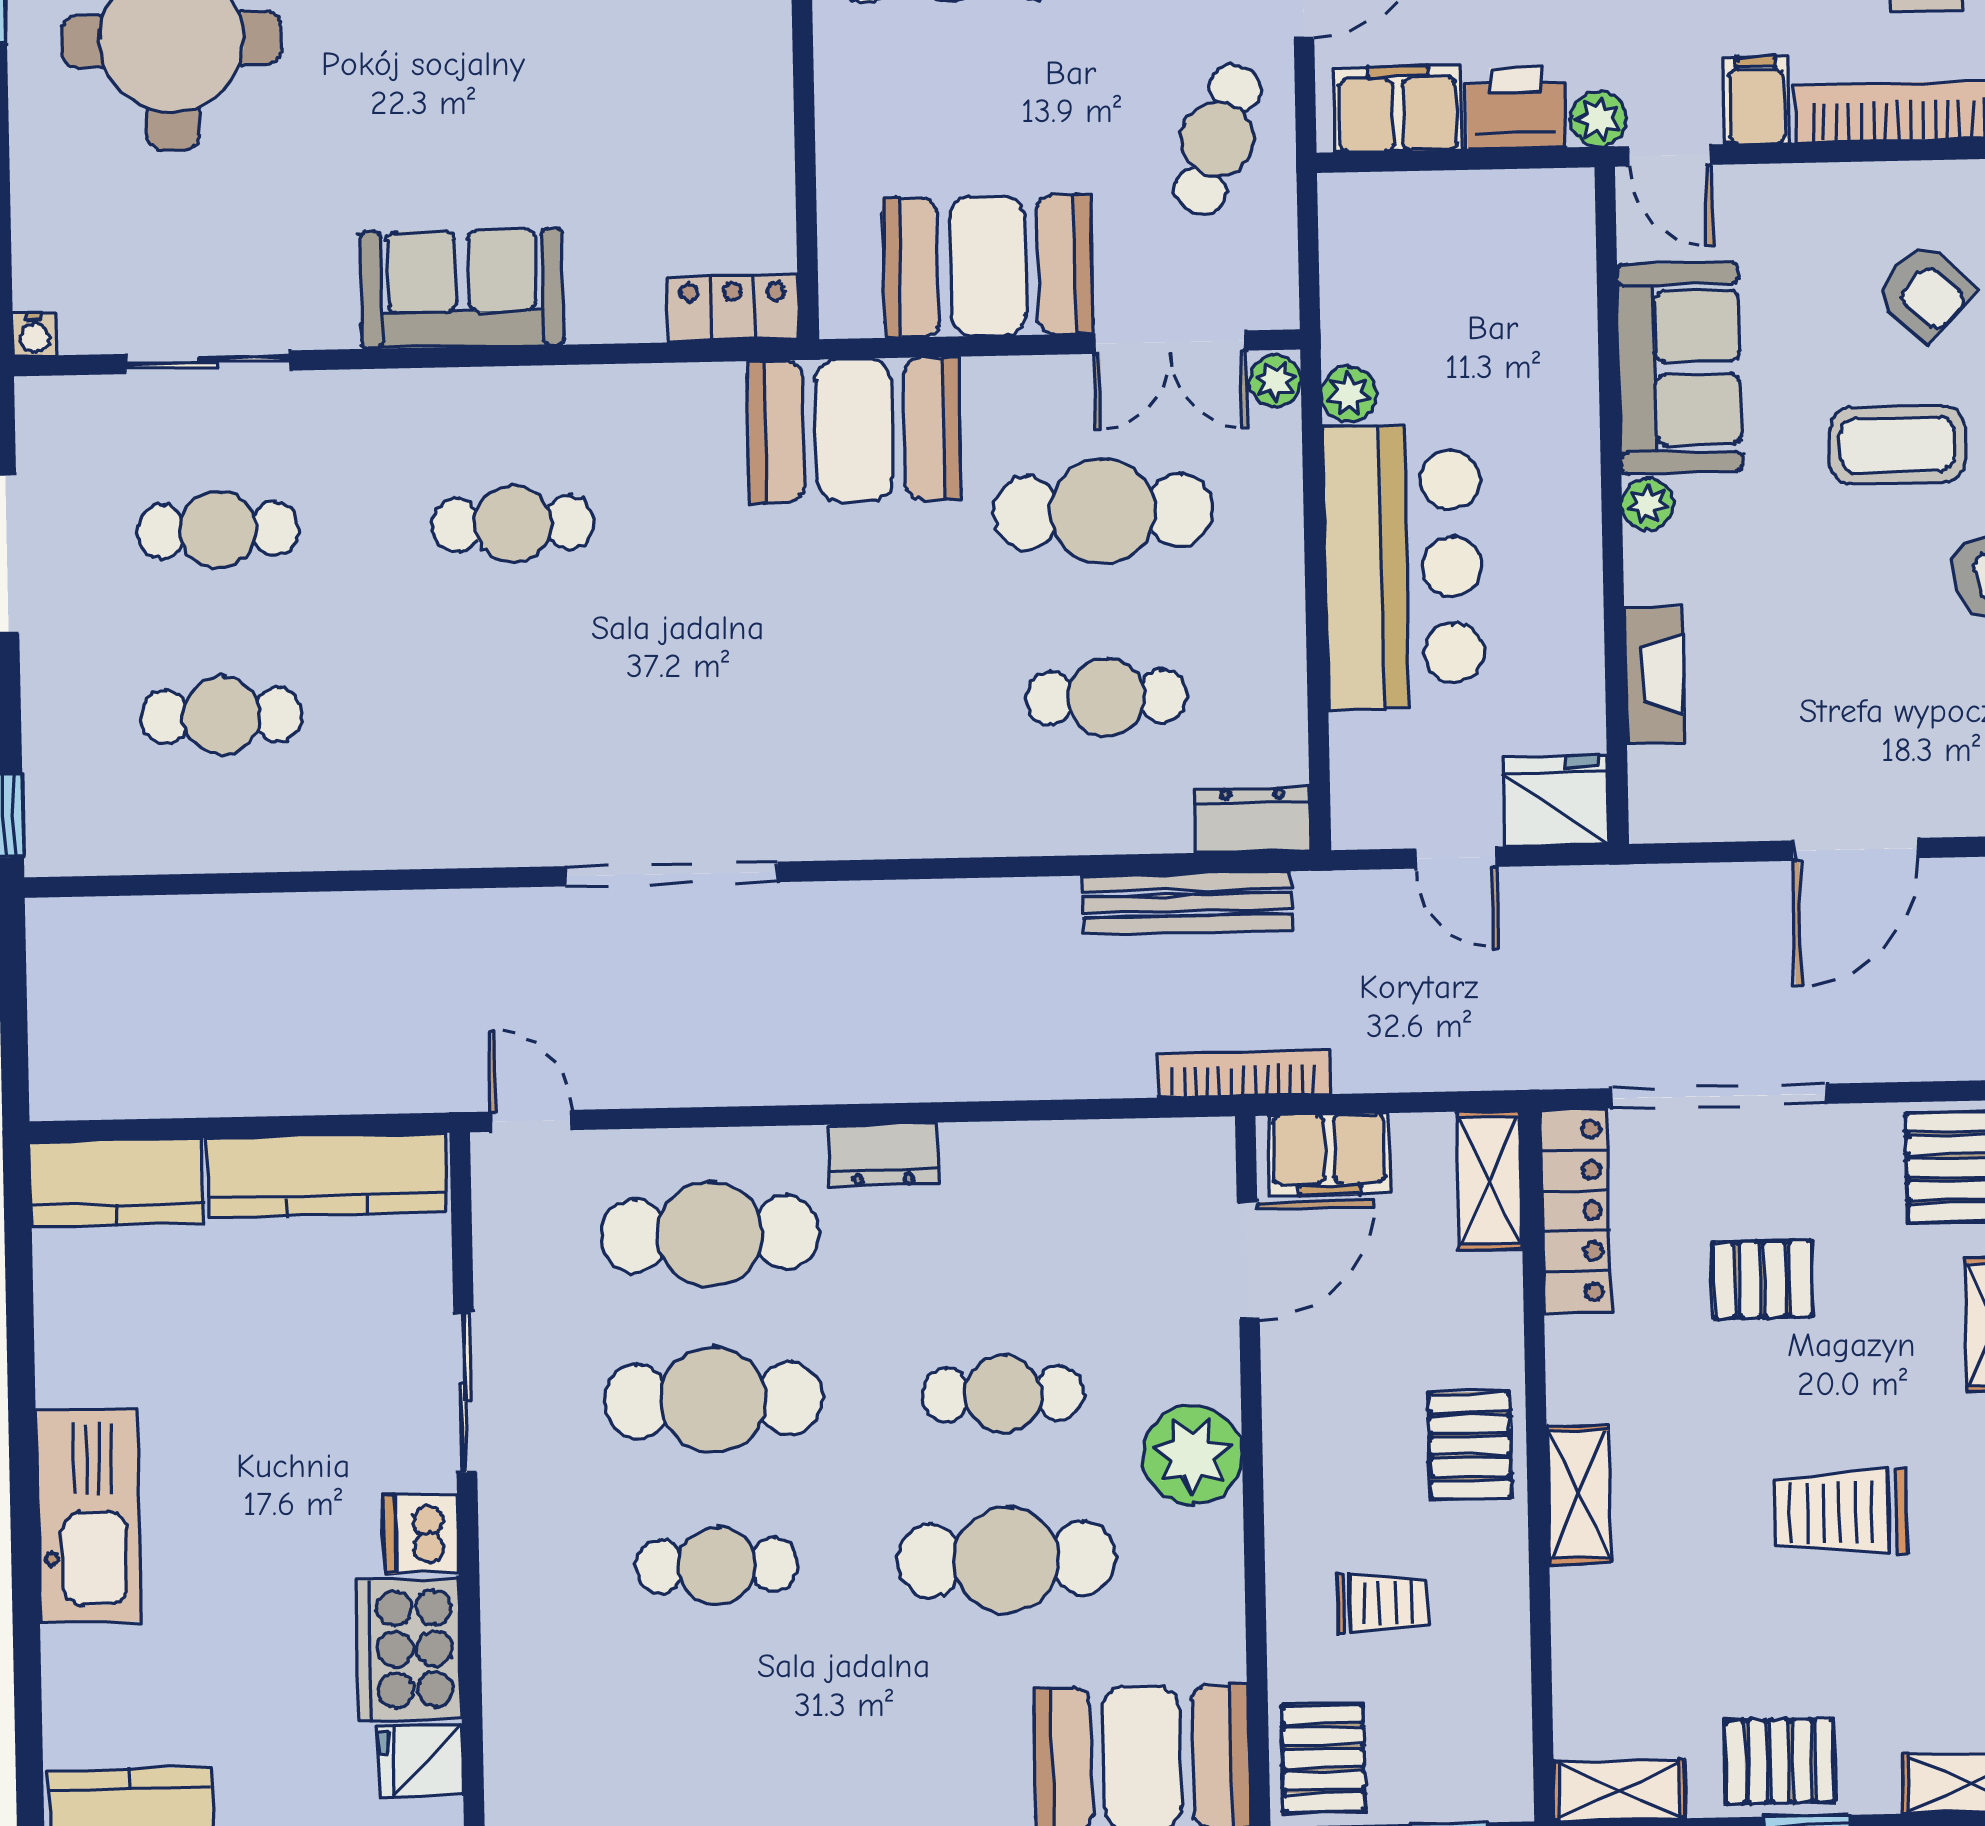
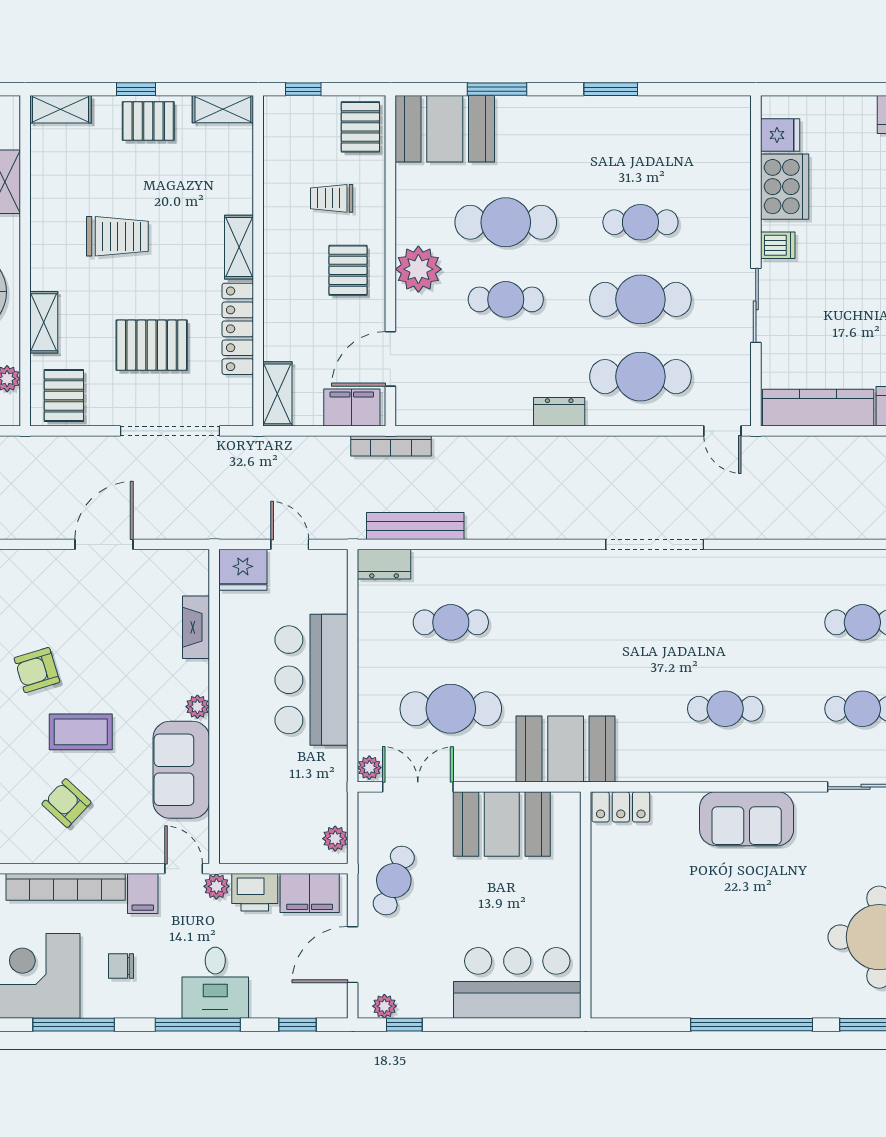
plant: (1349, 394) -> (335, 839), moved
locker: (1576, 1211) -> (238, 329), moved
pallet: (1762, 1280) -> (152, 345), width x1.50, depth x1.42
pallet: (1470, 1446) -> (348, 270), moved
dishwasher: (421, 1533) -> (778, 245), width x0.73

